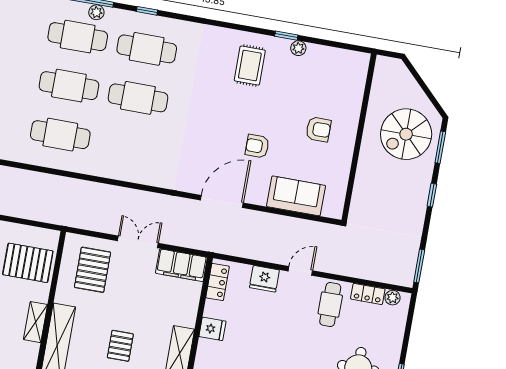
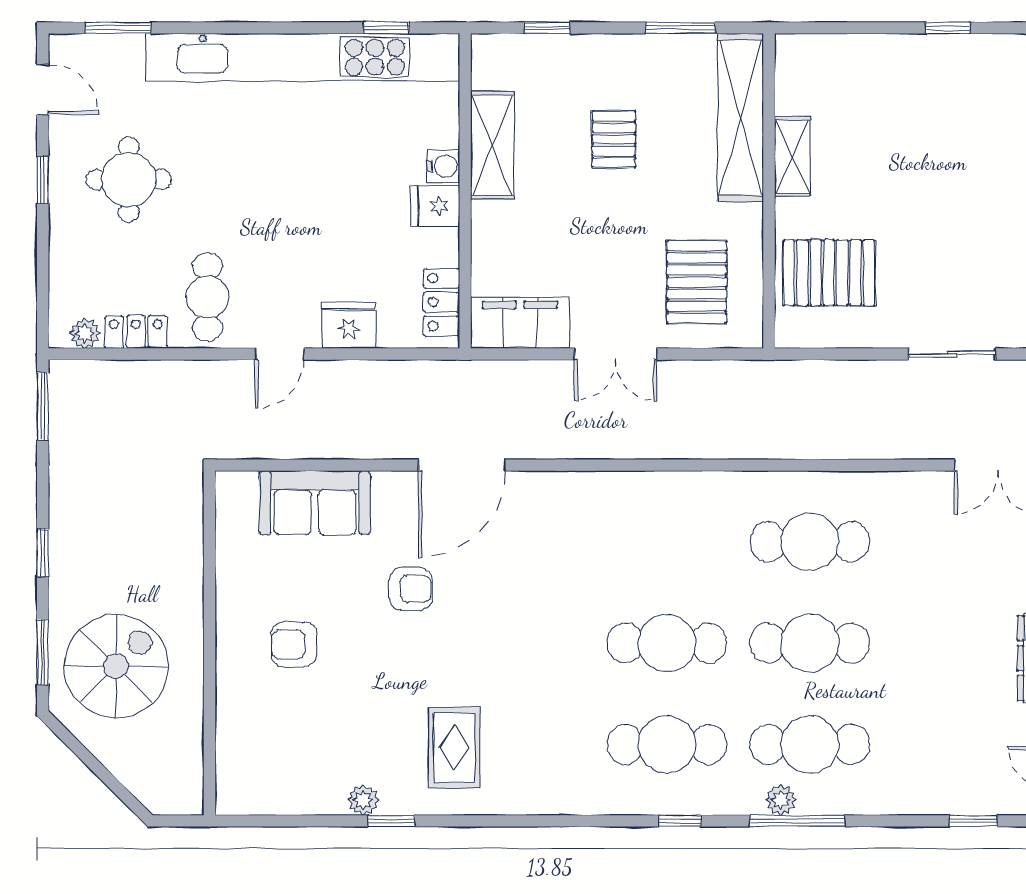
water cooler: (205, 348) -> (443, 166), added

